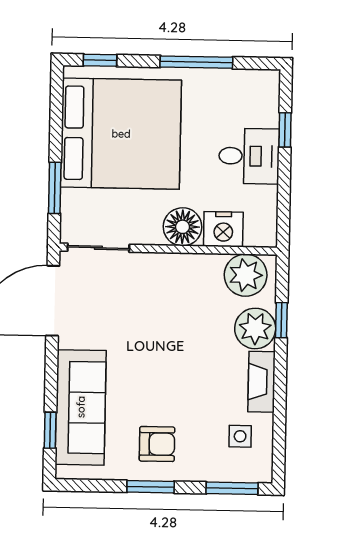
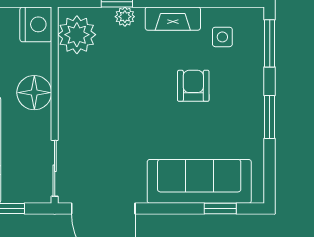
nightstand: (223, 229) -> (36, 24), moved
plant: (255, 328) -> (125, 17), width x0.53, depth x0.53
armchair: (157, 444) -> (193, 86), moved

